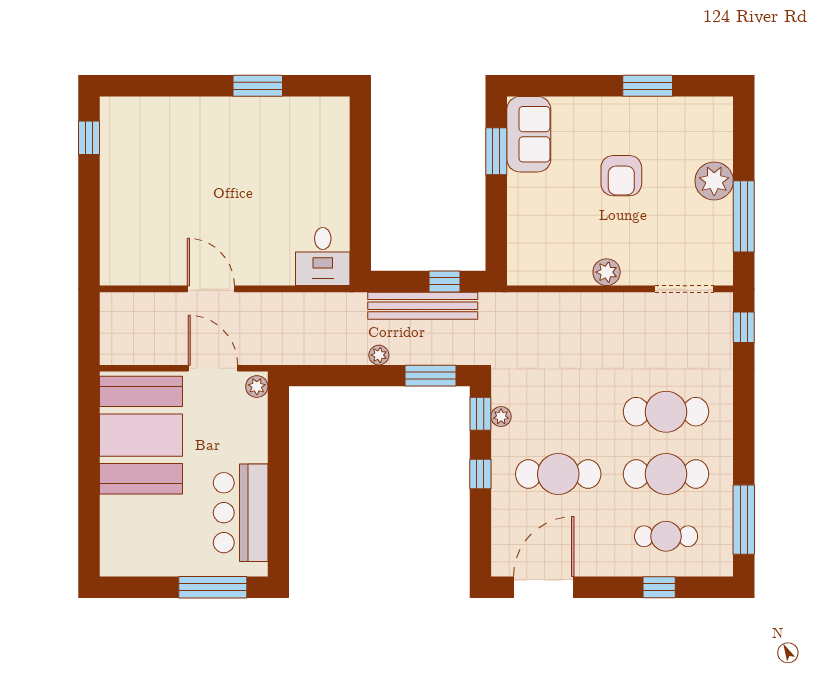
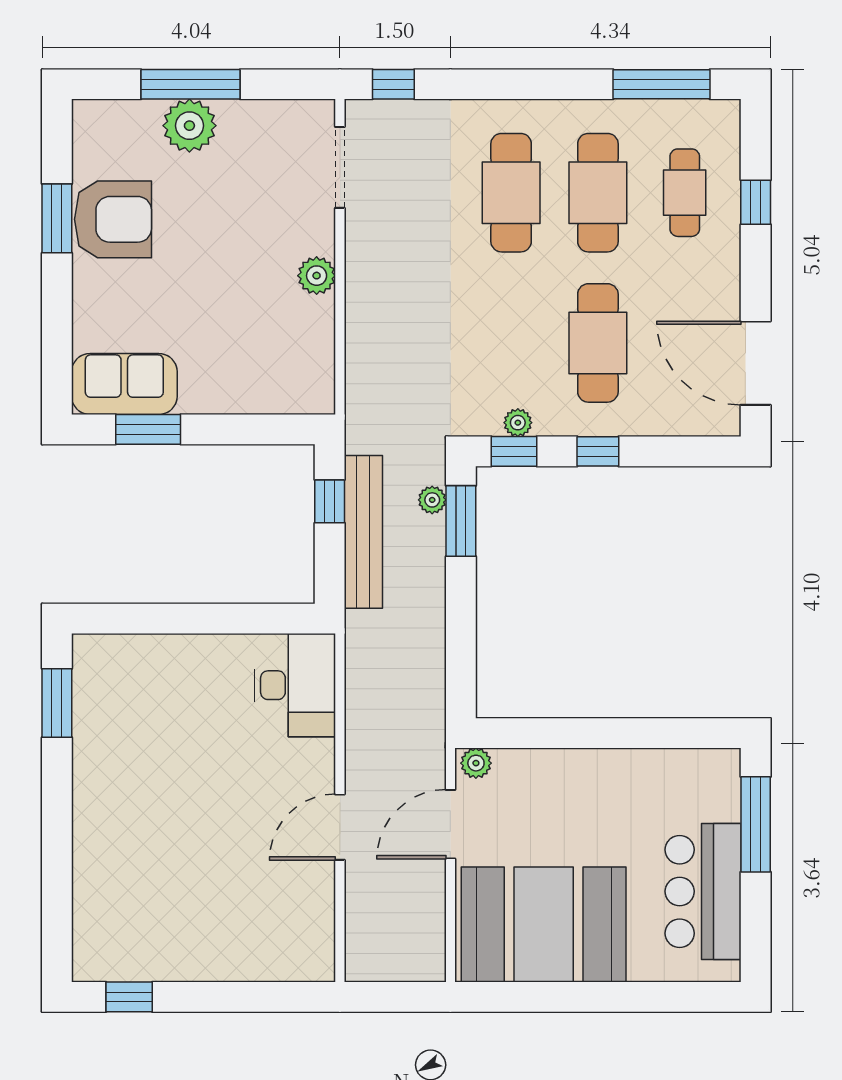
window: (258, 86) -> (57, 703), moved
armchair: (621, 176) -> (113, 219), moved, width x1.36, depth x1.36
window: (744, 216) -> (191, 84), moved
desk: (323, 257) -> (295, 685), width x1.37
plant: (379, 355) -> (432, 500), moved
bar counter: (241, 513) -> (703, 891), moved, turned 90

